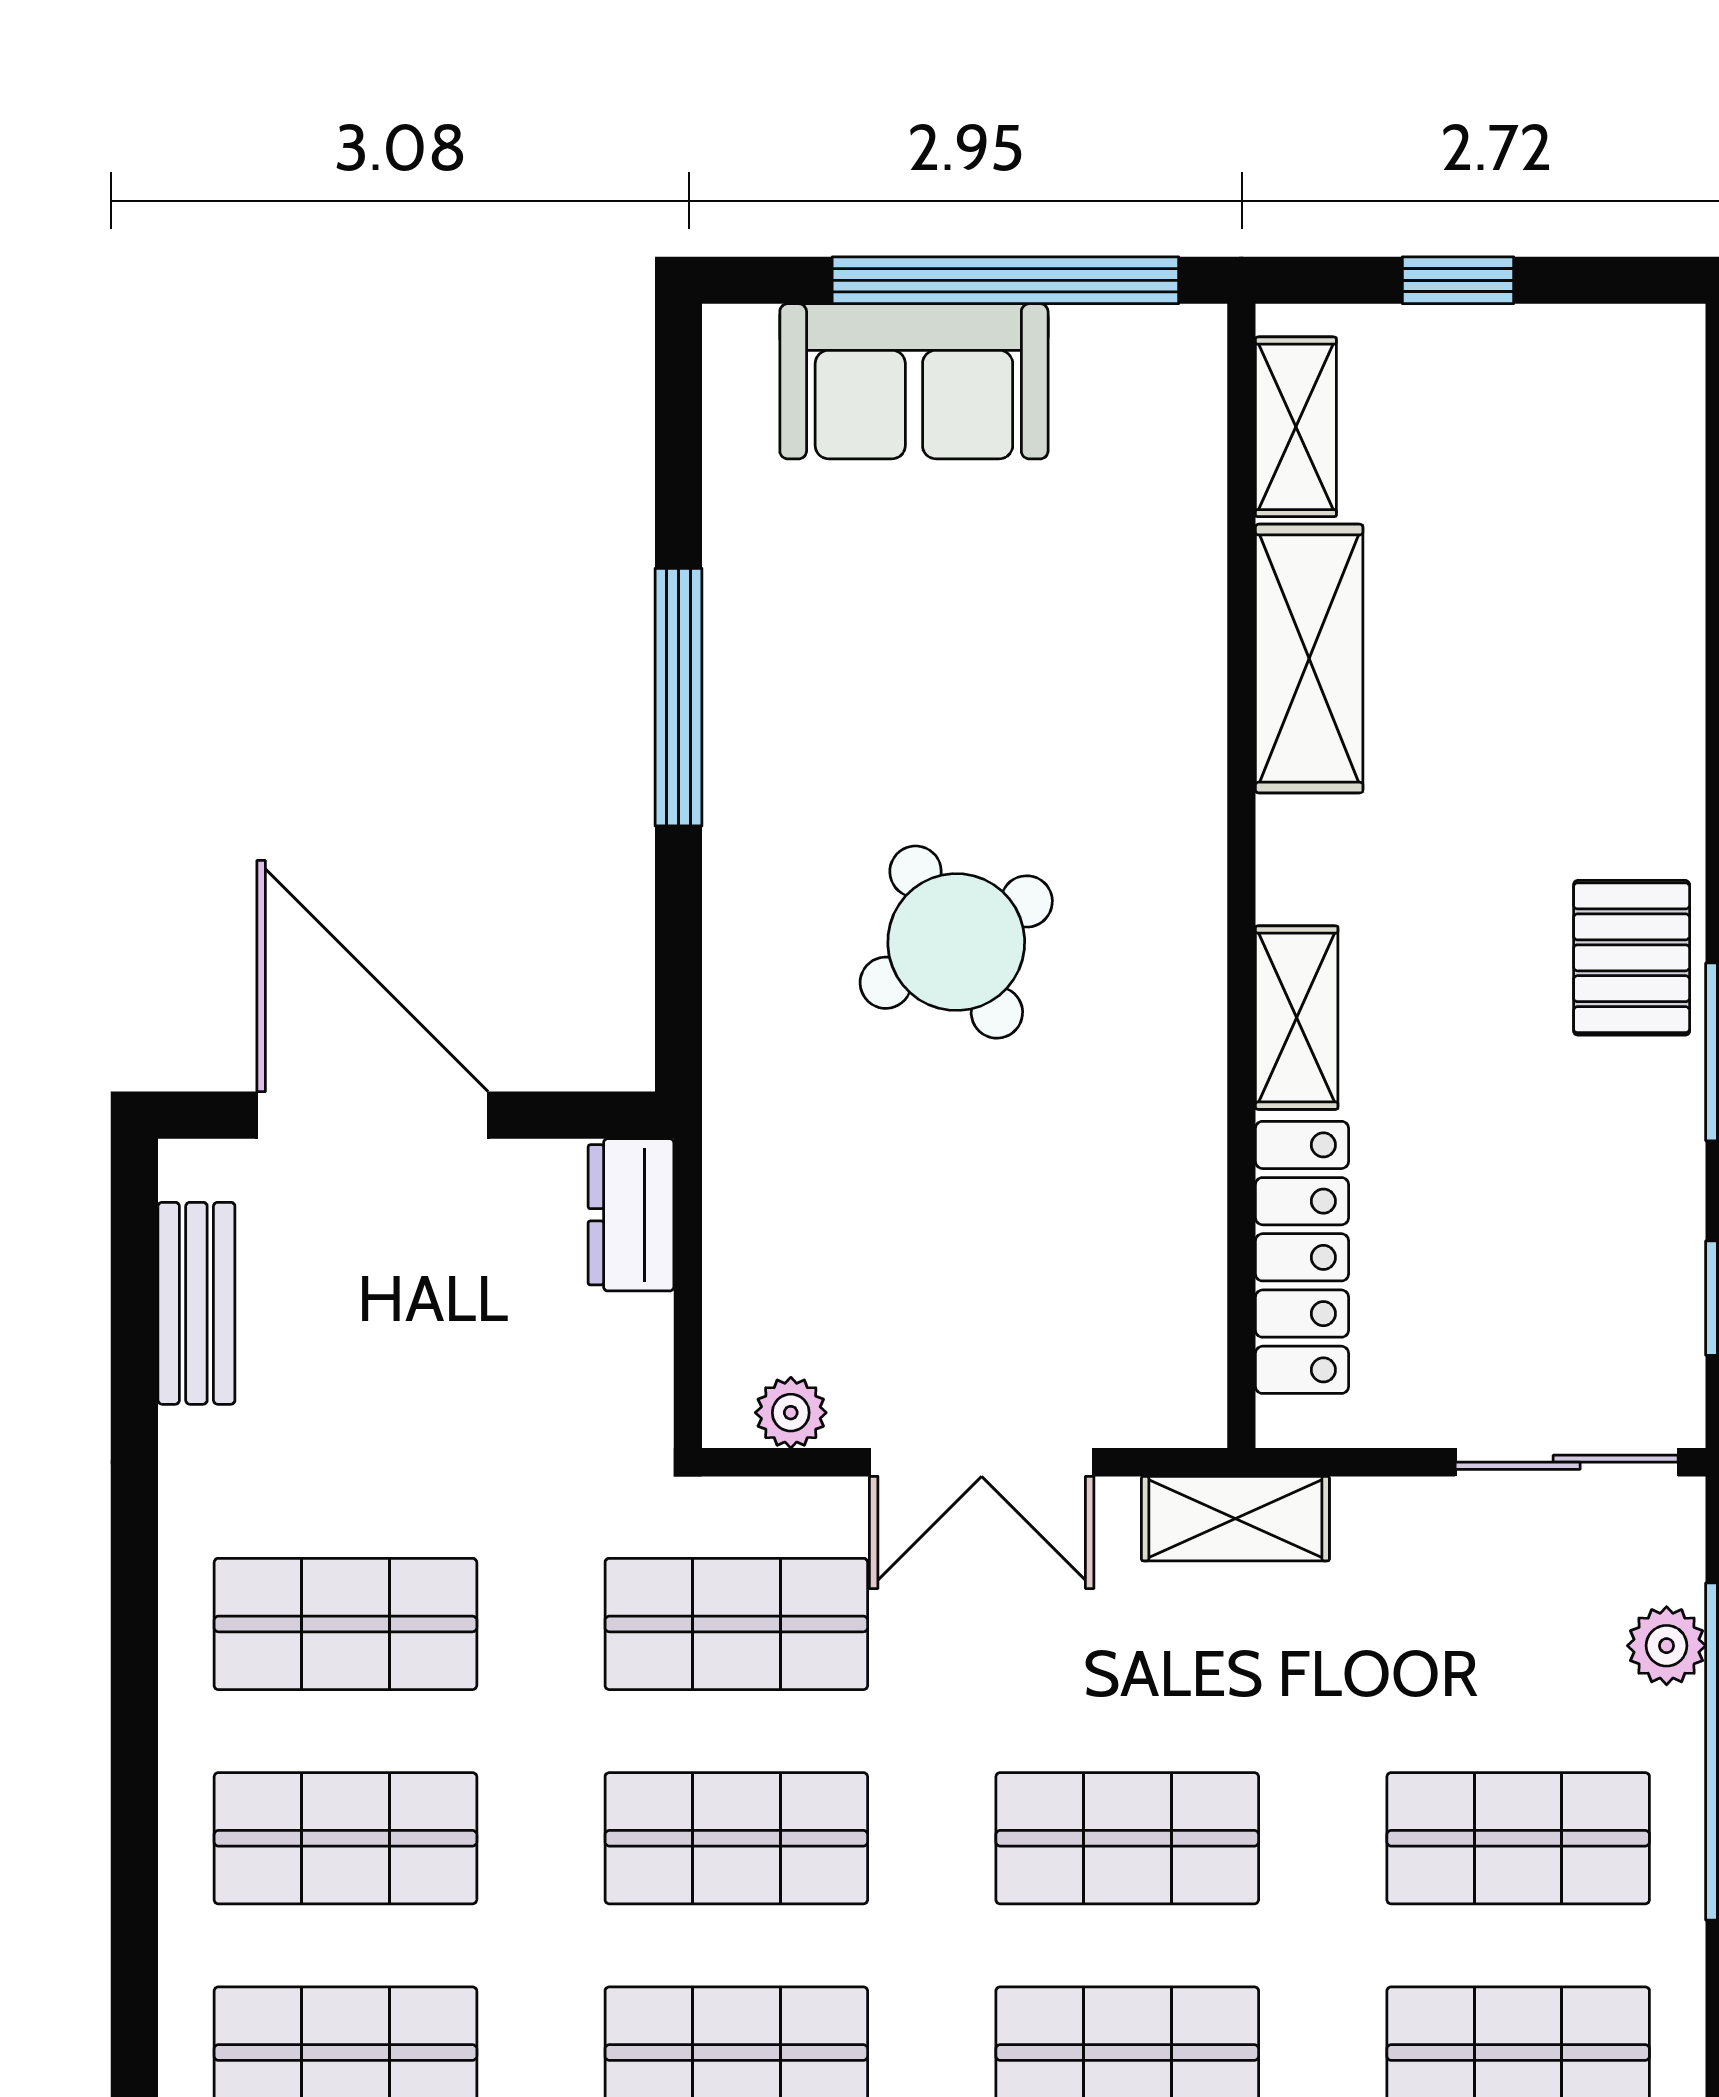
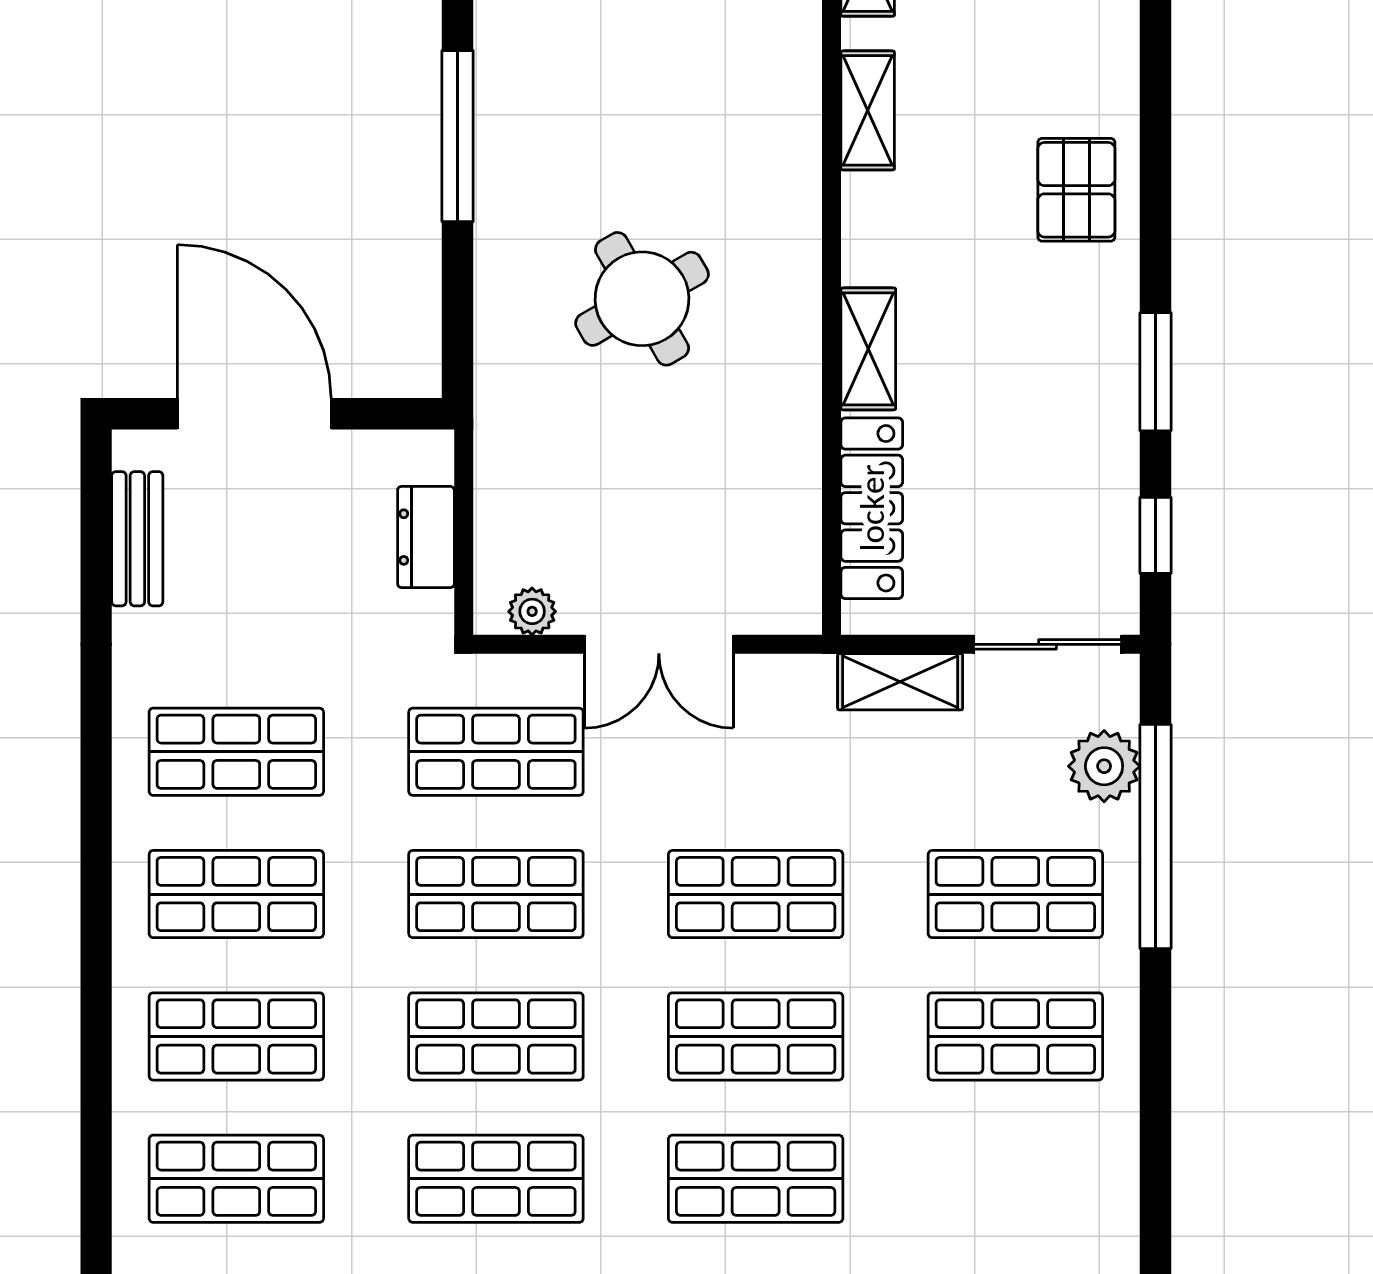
shelving: (1309, 659) -> (868, 110), width x0.67, depth x0.75
pallet: (1632, 958) -> (1076, 190), moved
dresser: (631, 1215) -> (426, 537), moved
shelving: (1235, 1519) -> (900, 682), moved
plant: (1667, 1646) -> (1104, 766), width x1.38, depth x1.38

